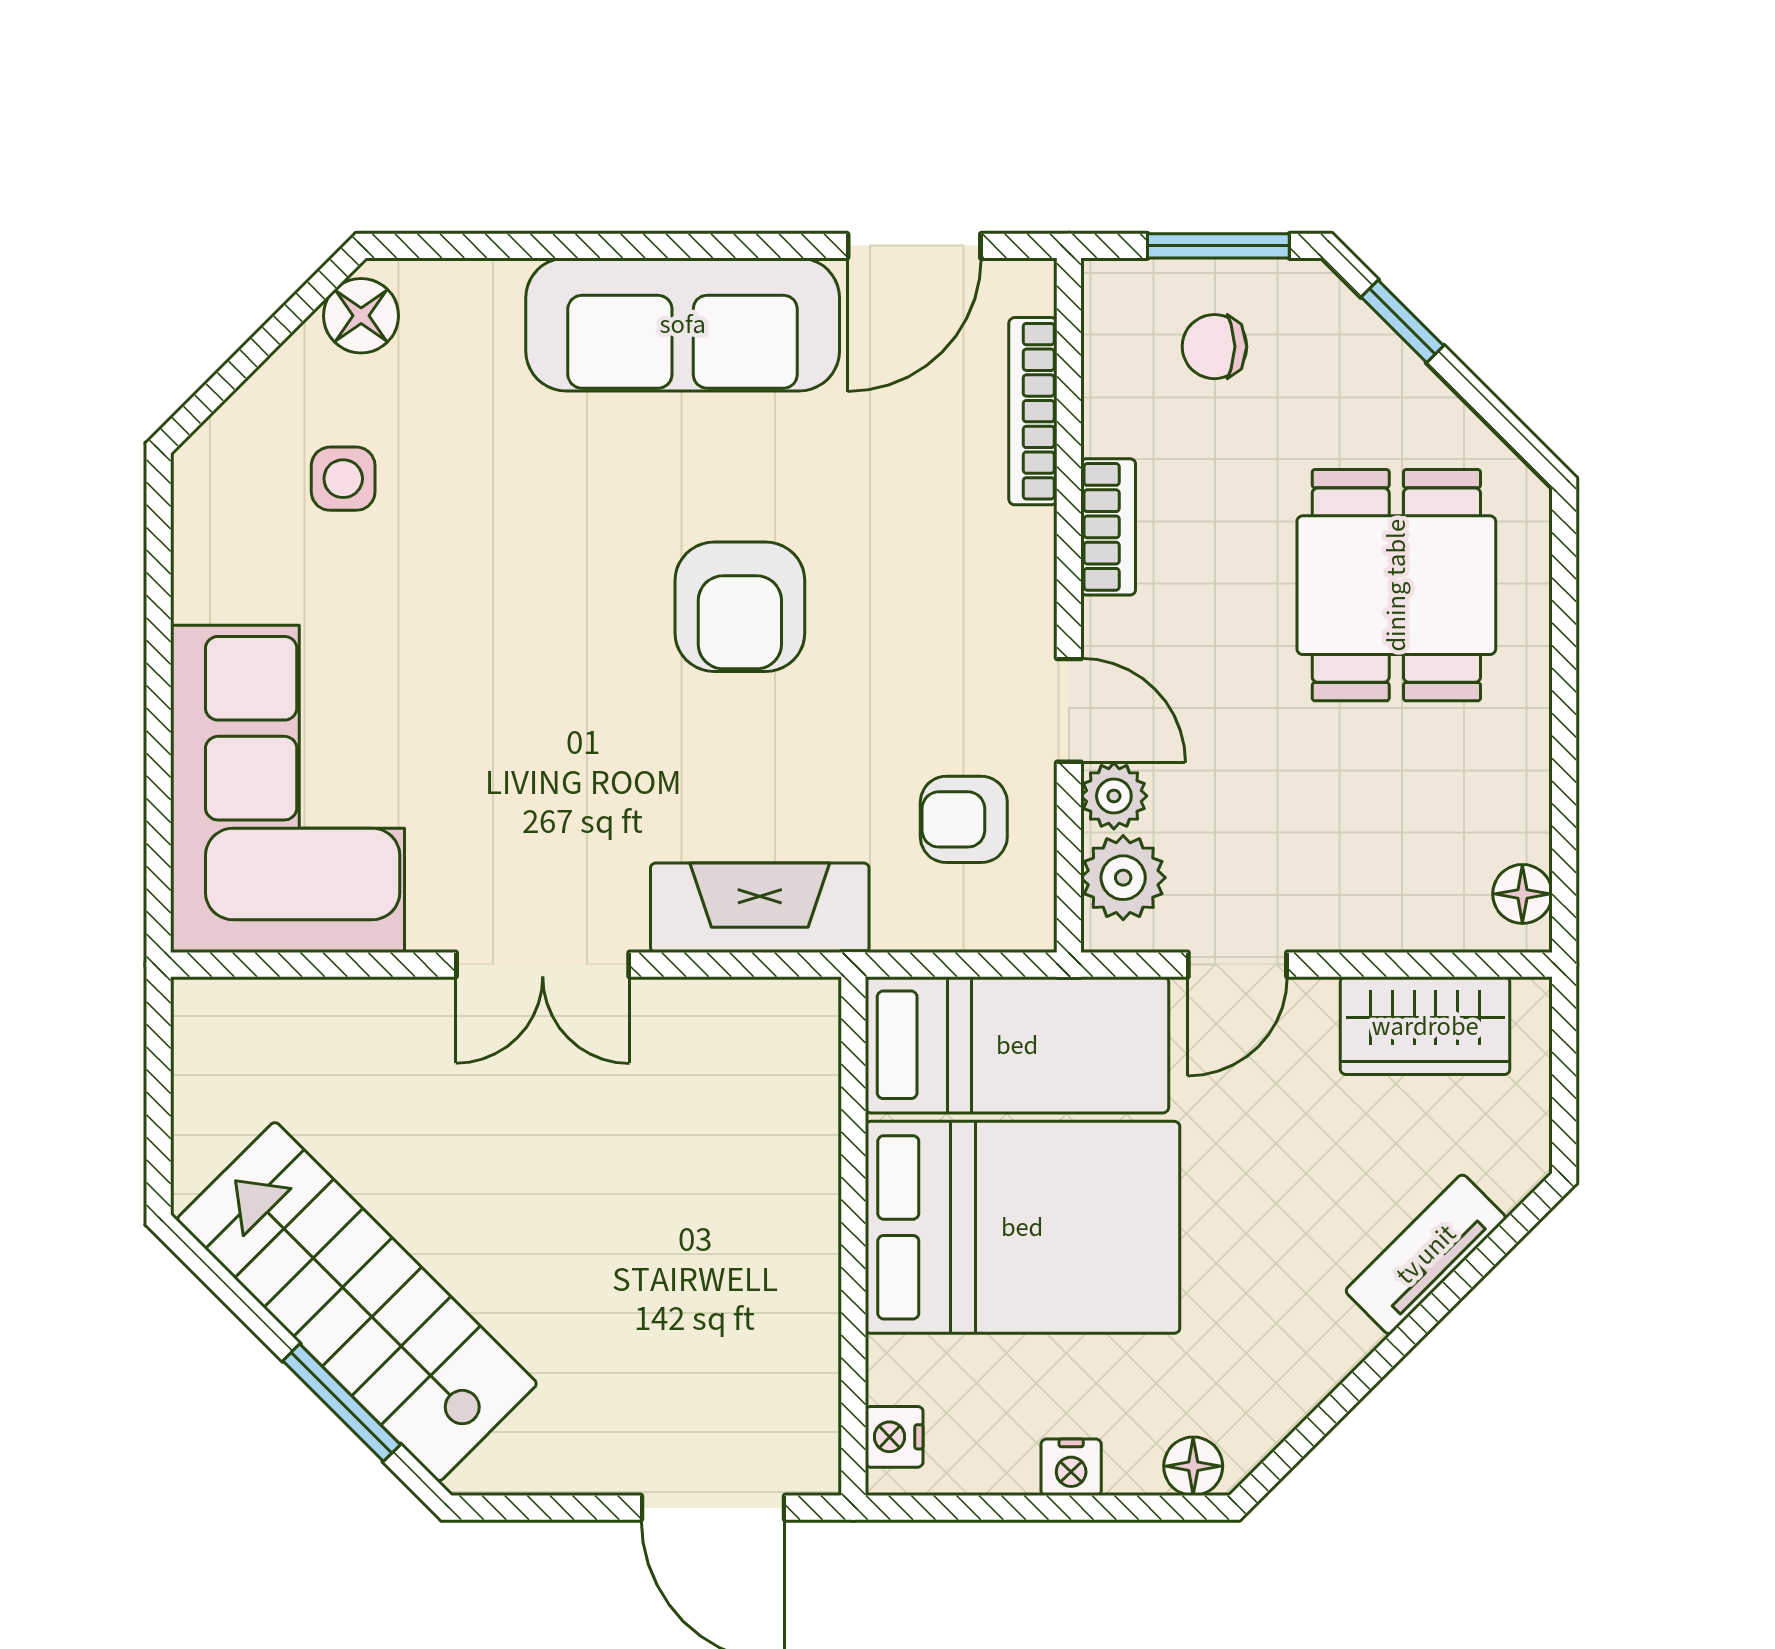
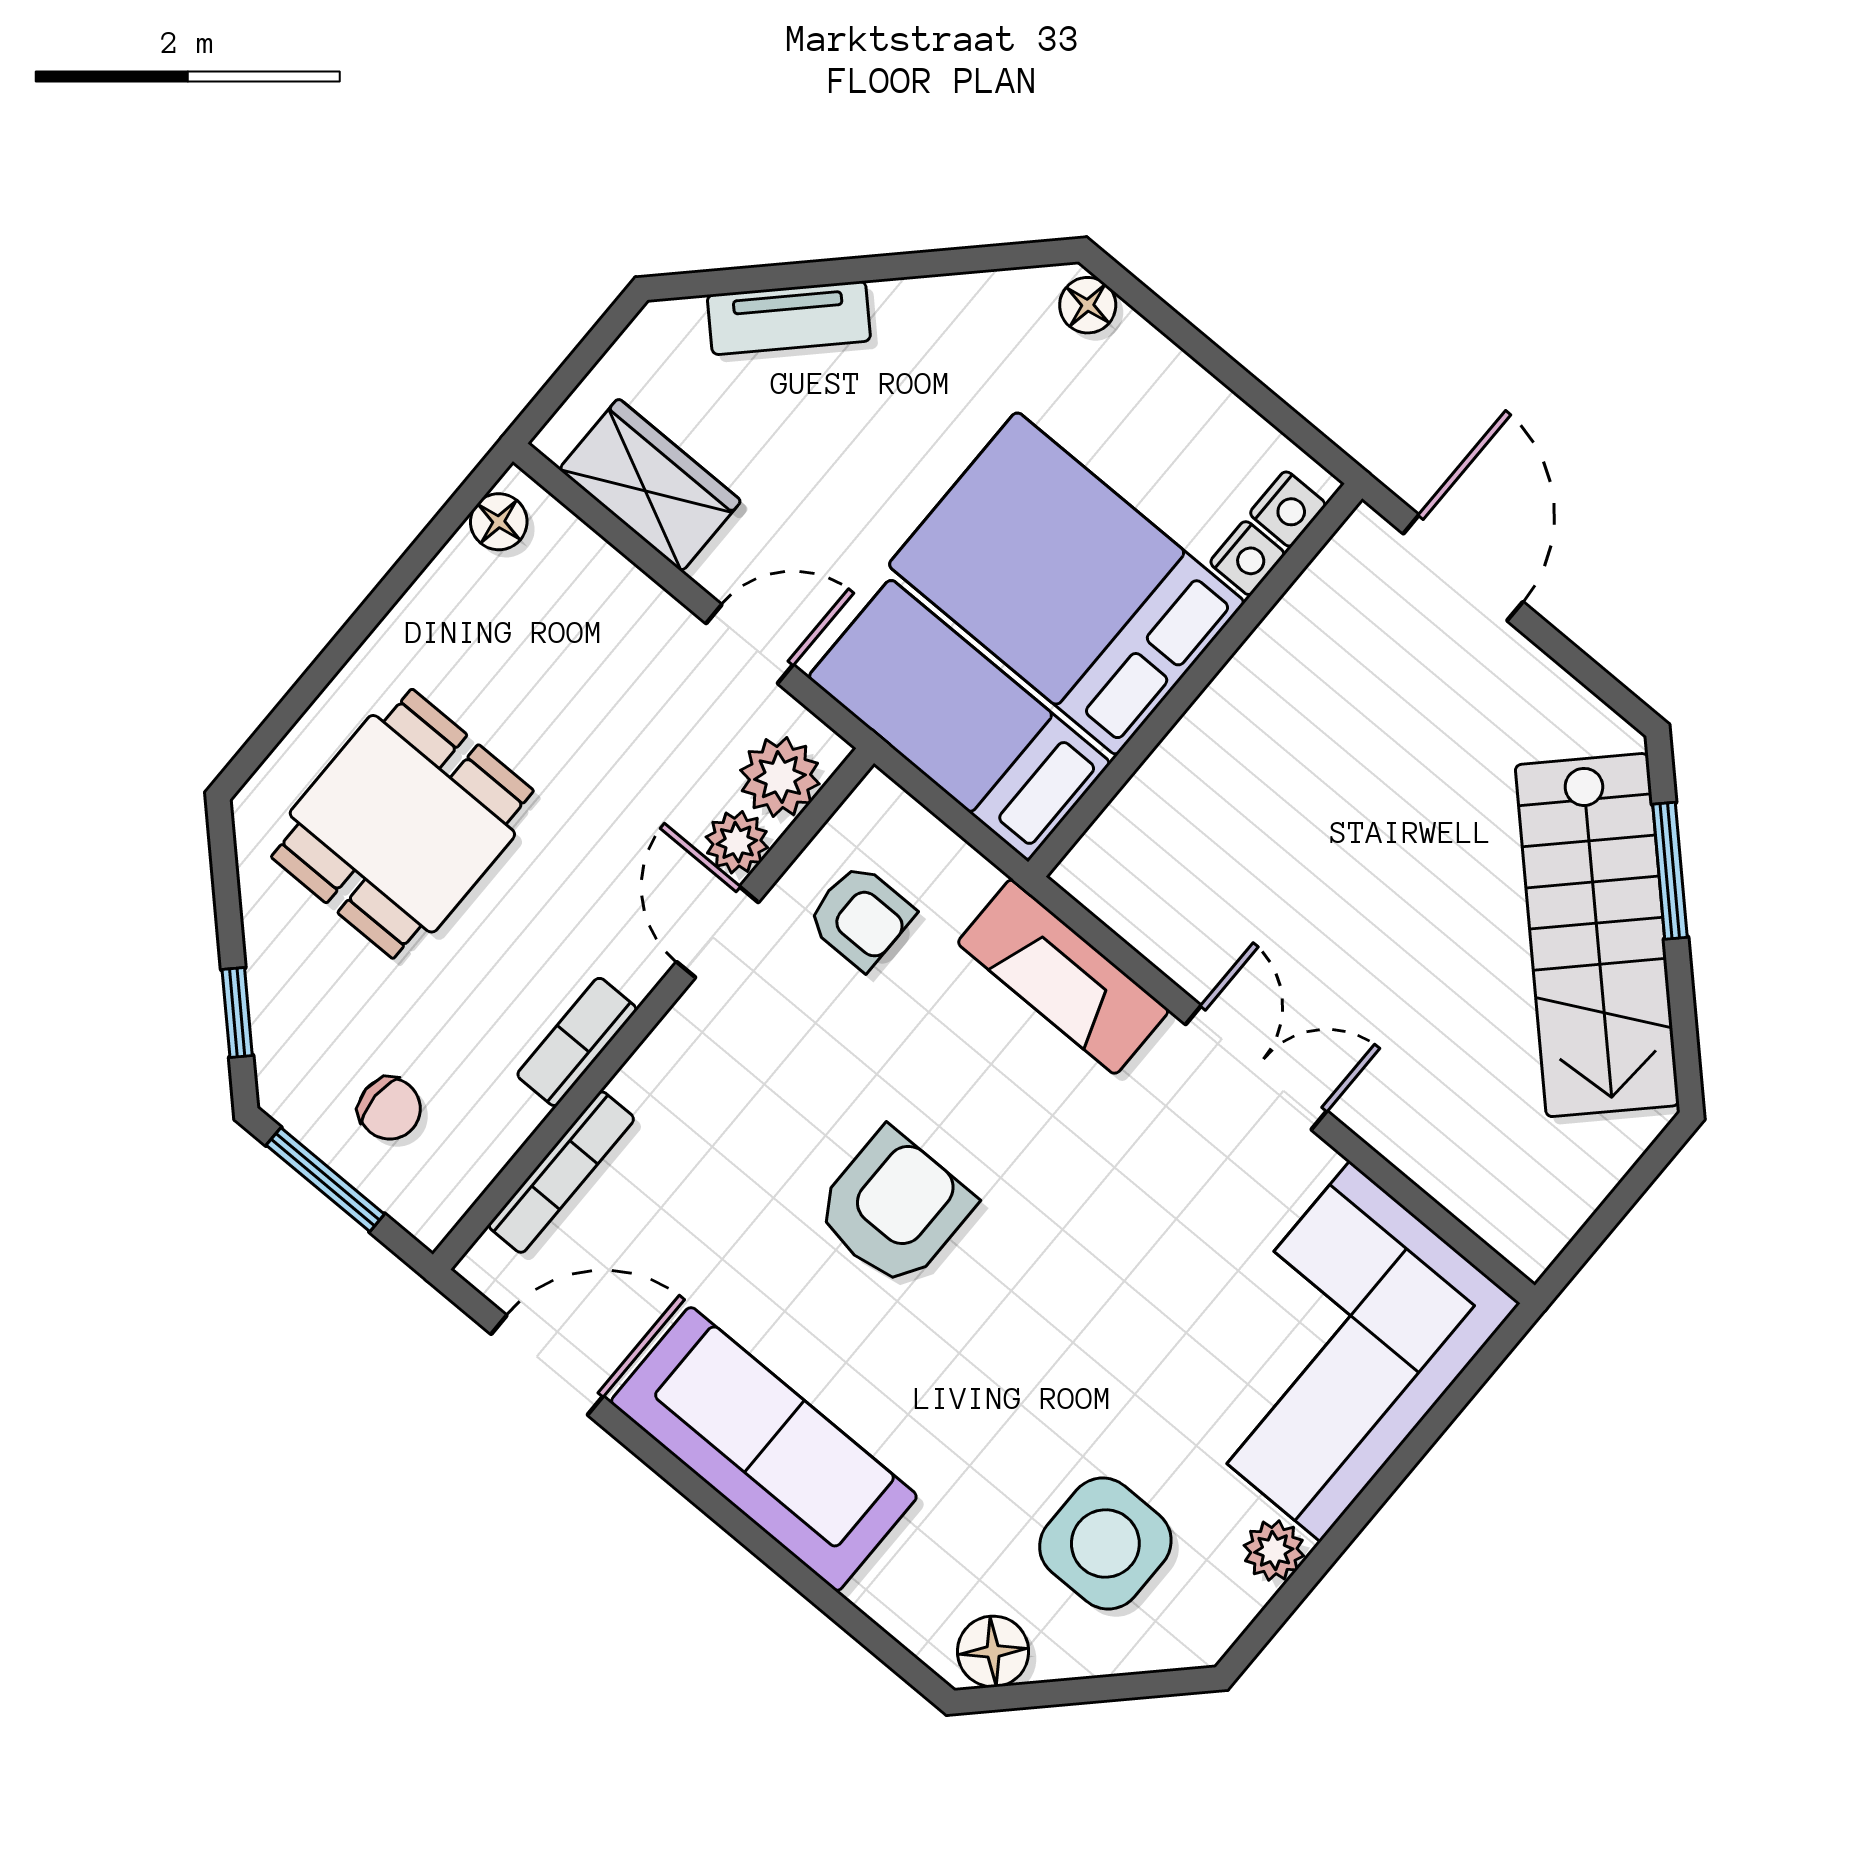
side table: (343, 479) -> (1105, 1544), width x1.87, depth x1.87
plant: (202, 587) -> (1274, 1551), added
nightstand: (1071, 1467) -> (1247, 558), moved, turned 90

